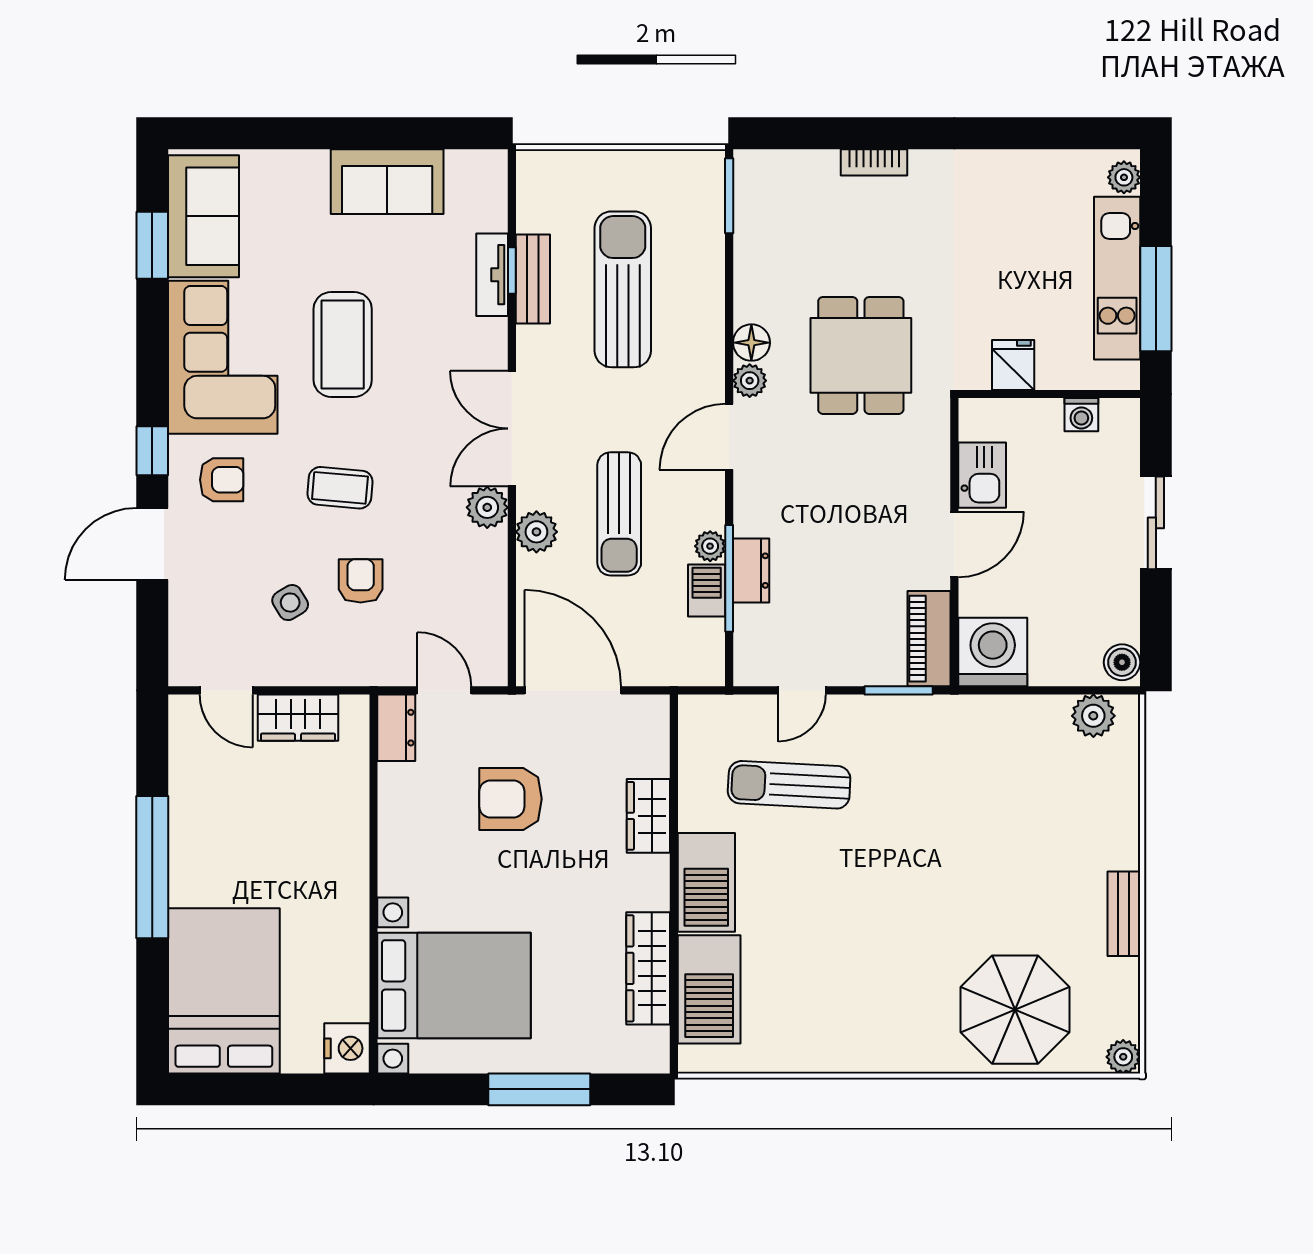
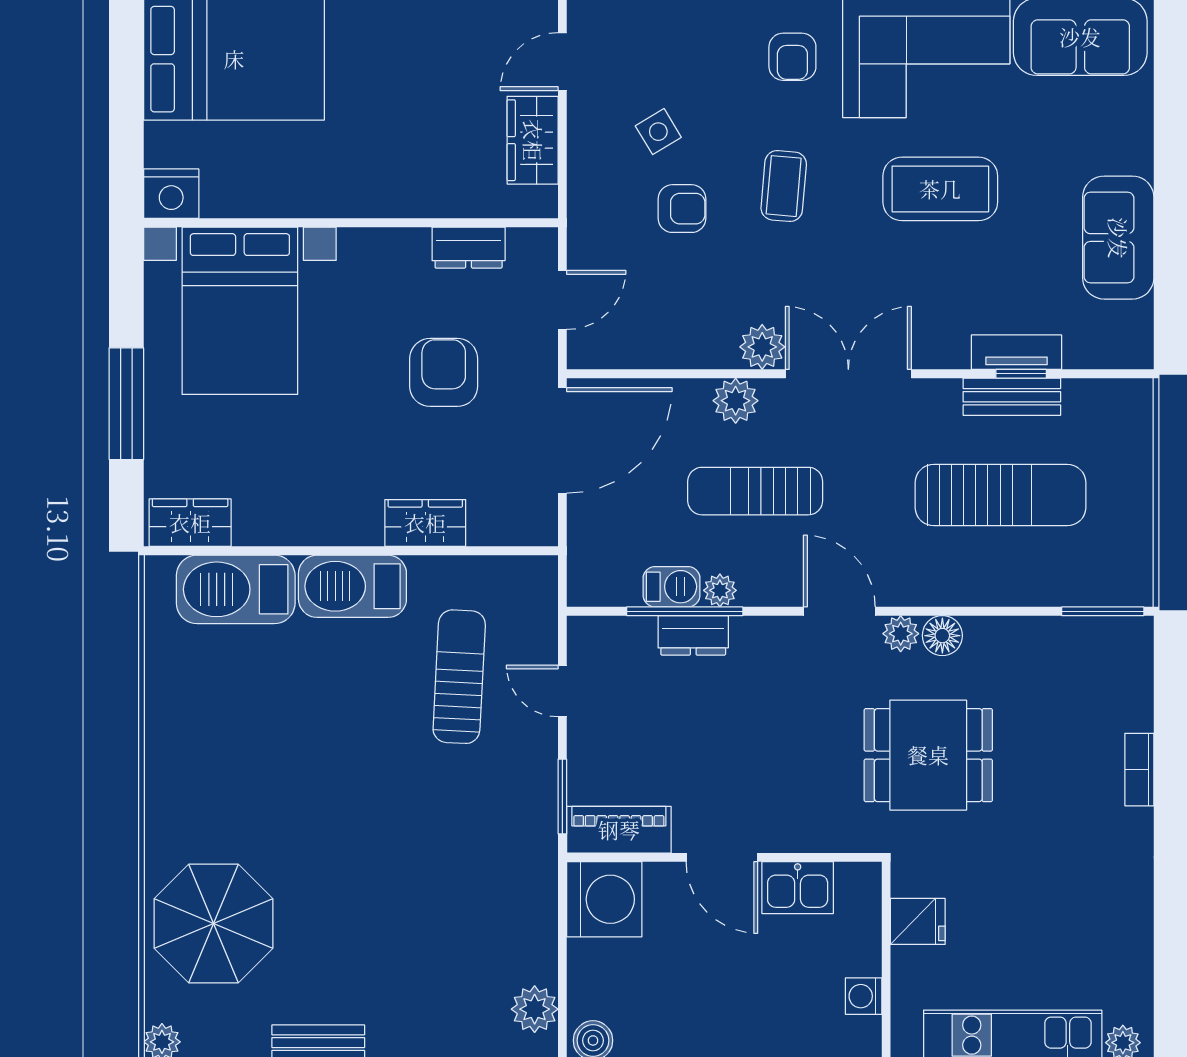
dresser: (396, 728) -> (469, 248), moved
wardrobe: (648, 968) -> (190, 523), moved, width x0.67

